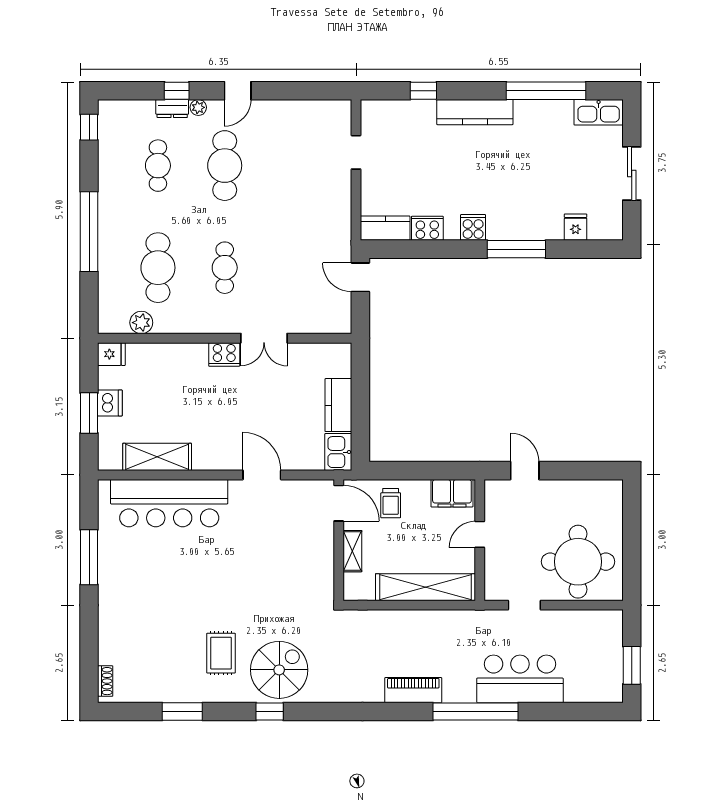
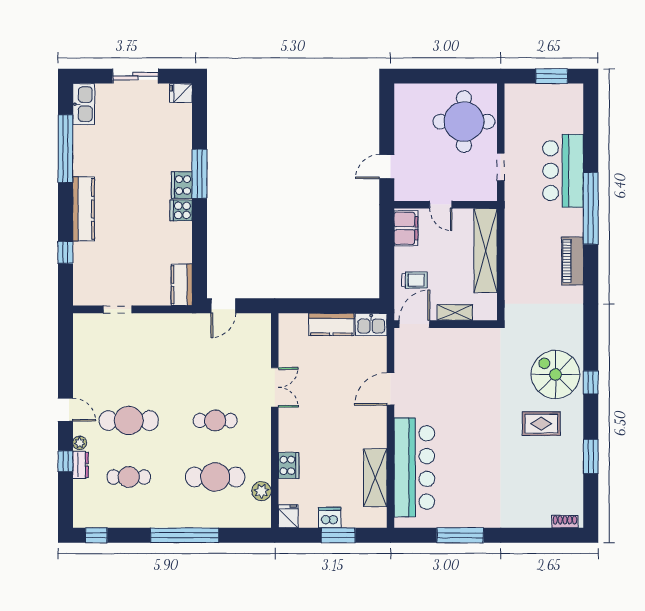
fridge: (576, 227) -> (181, 93), moved
cooker: (427, 228) -> (182, 185), moved
cooker: (224, 354) -> (289, 465), moved

